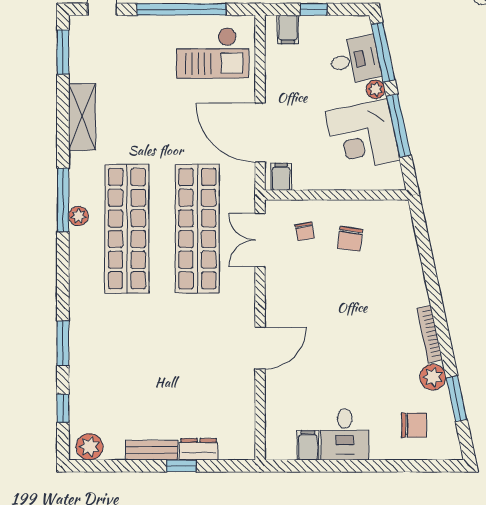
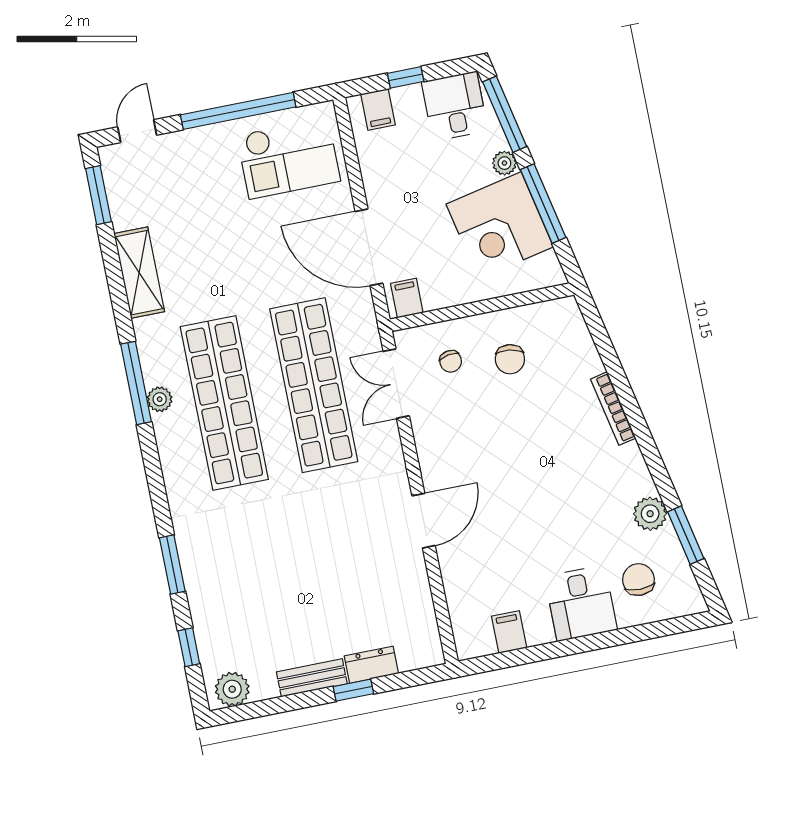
desk: (355, 60) -> (455, 106), moved, turned -78
bookcase: (430, 334) -> (613, 409), moved
chair: (414, 425) -> (638, 580), turned -90
desk: (345, 434) -> (581, 603), moved

